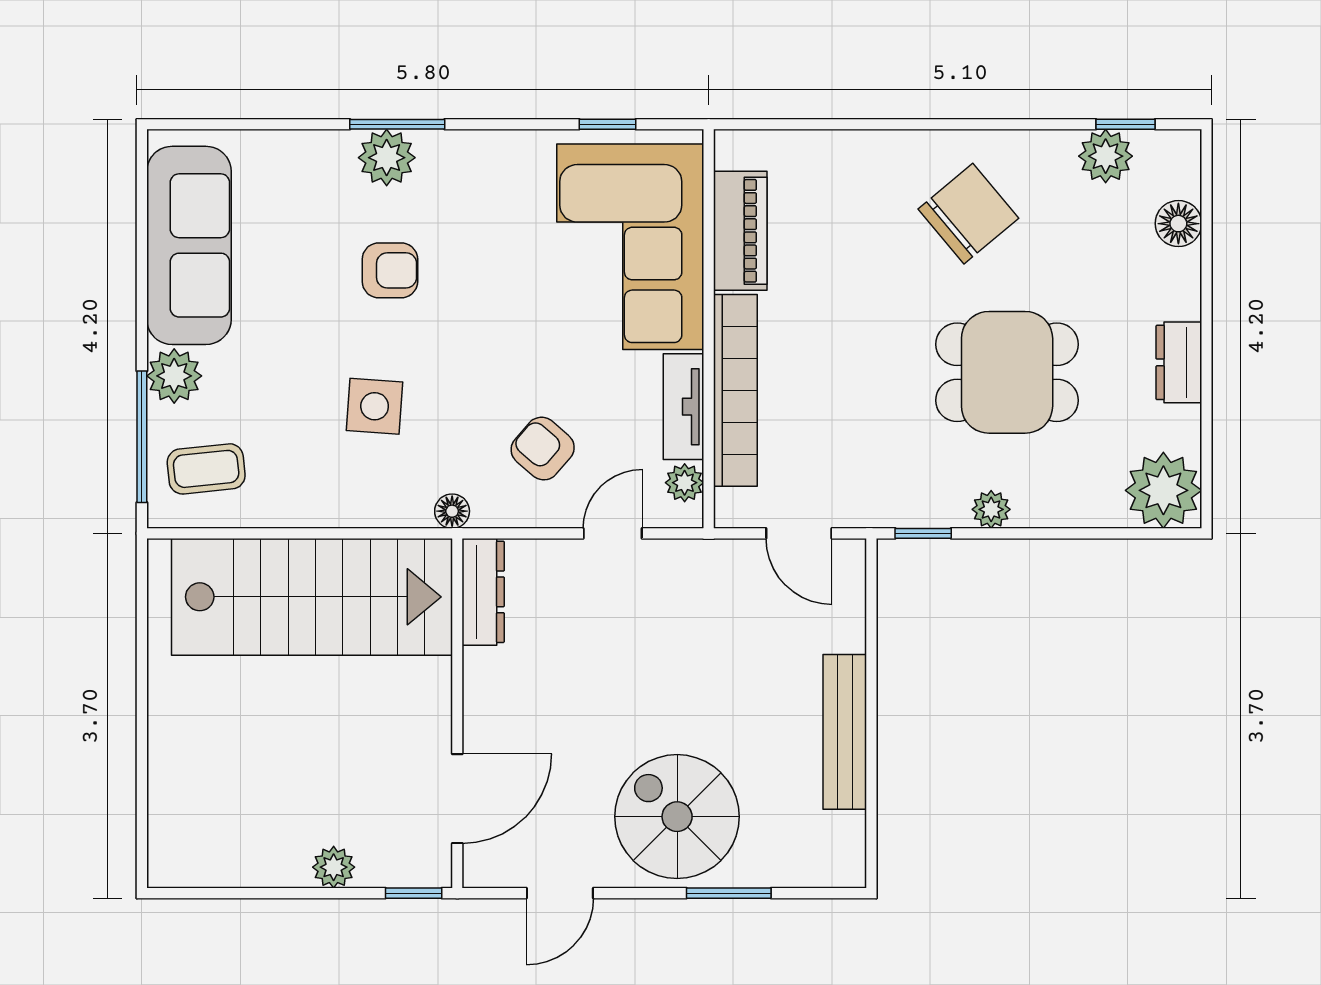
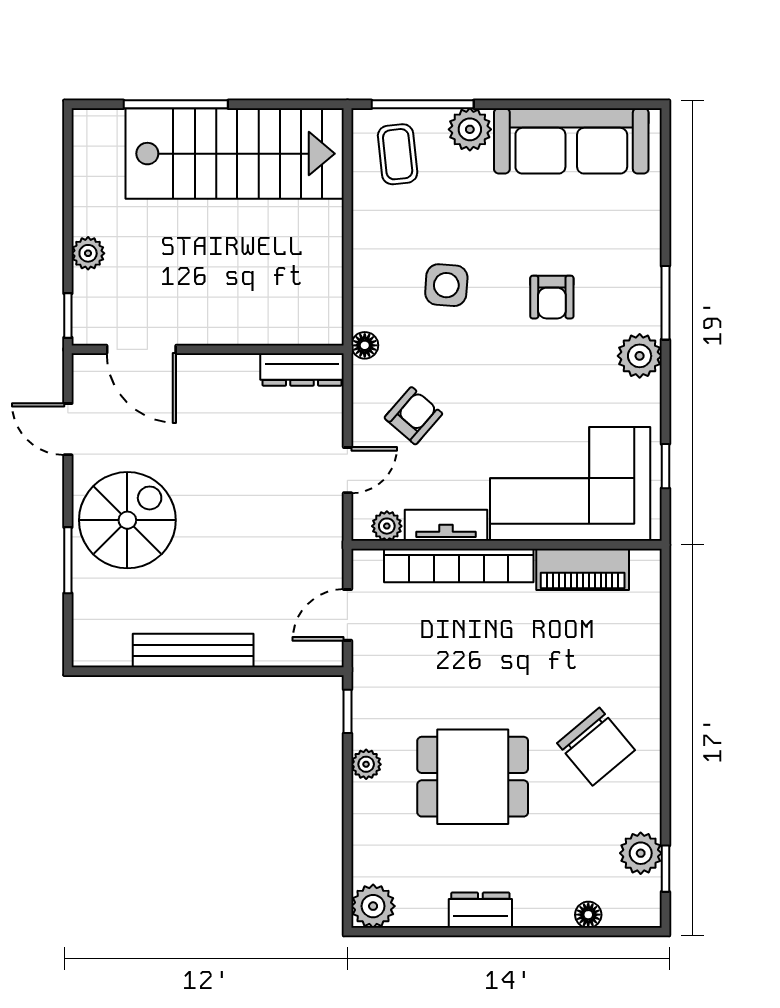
plant: (387, 158) -> (640, 356), moved
floor lamp: (1178, 224) -> (588, 915), width x0.73, depth x0.73
dining table: (1007, 372) -> (473, 777), turned 90
plant: (1163, 490) -> (373, 906), width x0.73, depth x0.73
door: (613, 533) -> (347, 470), hinge flipped
stairs: (312, 597) -> (235, 154), moved, turned -90
window: (142, 754) -> (176, 104), added

